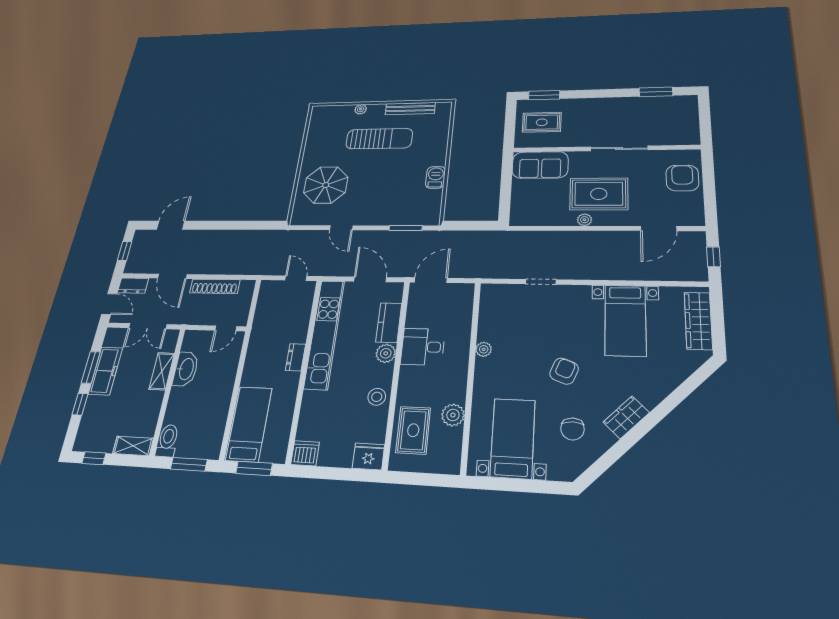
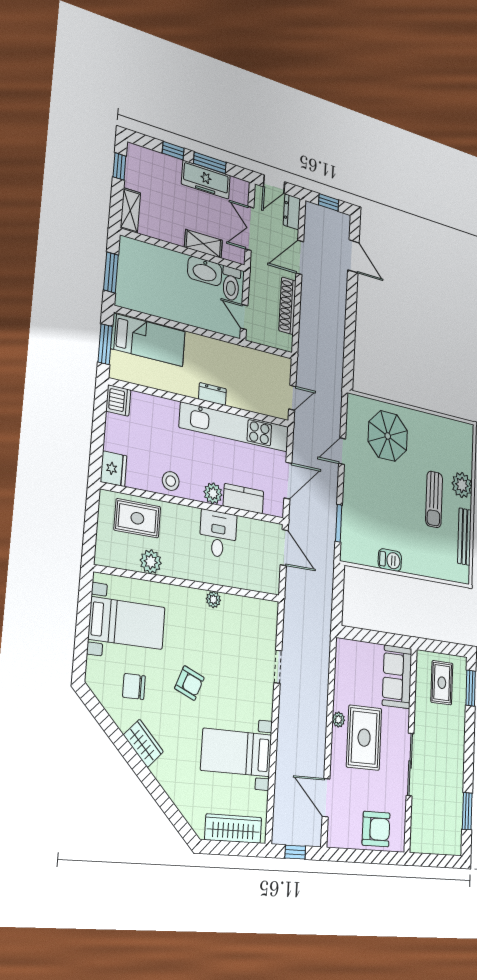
plant: (361, 109) -> (462, 485), width x1.88, depth x1.88
sun lounger: (379, 139) -> (434, 499), width x0.73, depth x0.75
toilet: (168, 441) -> (231, 284), moved, turned 90

